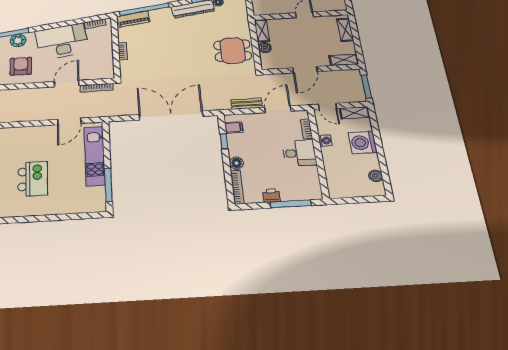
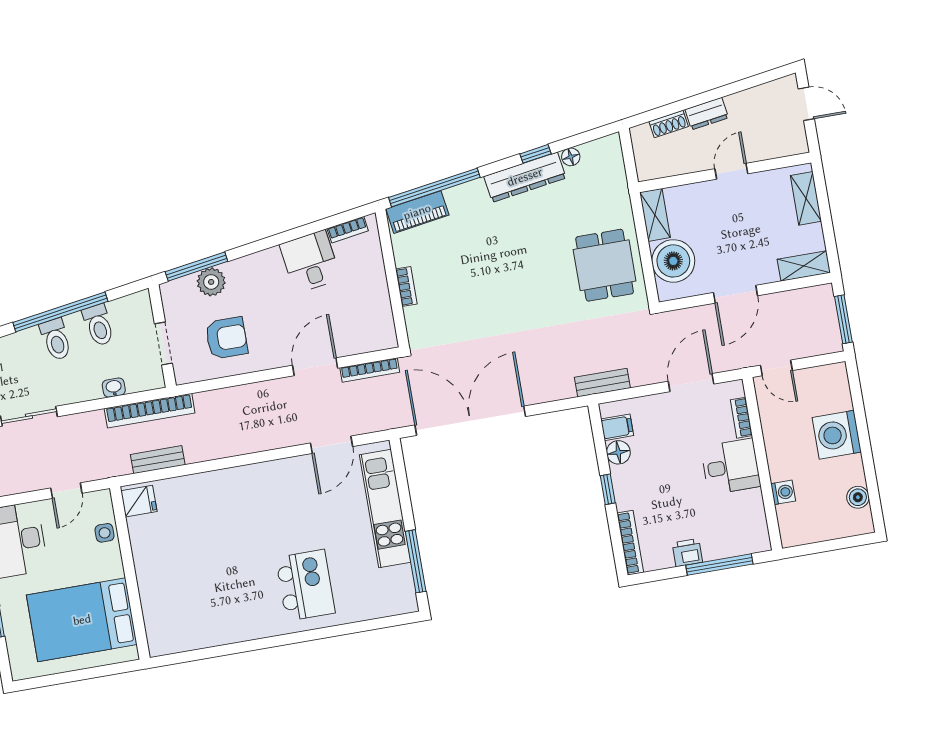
desk: (62, 41) -> (310, 262), width x0.53, depth x0.77
boiler: (265, 48) -> (673, 261), width x1.86, depth x1.86
dining table: (233, 51) -> (605, 265), turned 90
armchair: (21, 66) -> (226, 338), turned 90
bench: (247, 104) -> (602, 383), moved
shelving: (354, 113) -> (823, 376), removed
double door: (171, 115) -> (470, 421), moved
window: (224, 141) -> (608, 489), moved
washing machine: (325, 141) -> (783, 492), moved
floor lamp: (236, 163) -> (618, 452), moved
kitchen island: (33, 179) -> (305, 585), moved

